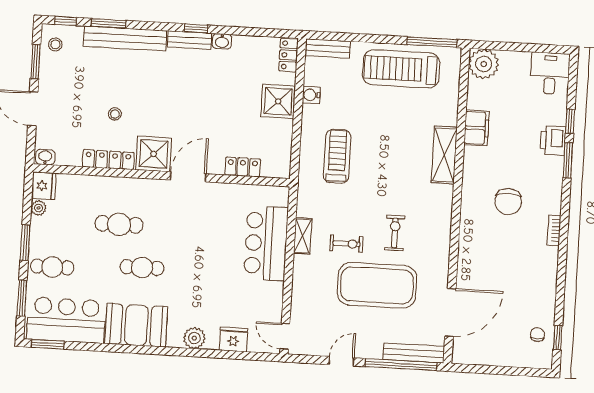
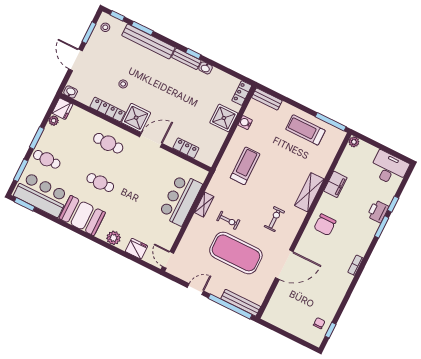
plant: (484, 64) -> (354, 142), width x0.53, depth x0.53
treadmill: (401, 69) -> (305, 130), width x0.73, depth x0.73
desk: (550, 73) -> (389, 168), width x1.37
chair: (508, 202) -> (325, 225), moved
cafe table: (119, 224) -> (108, 143), moved
exercise bike: (395, 233) -> (274, 219), moved
door: (450, 312) -> (284, 265), moved

